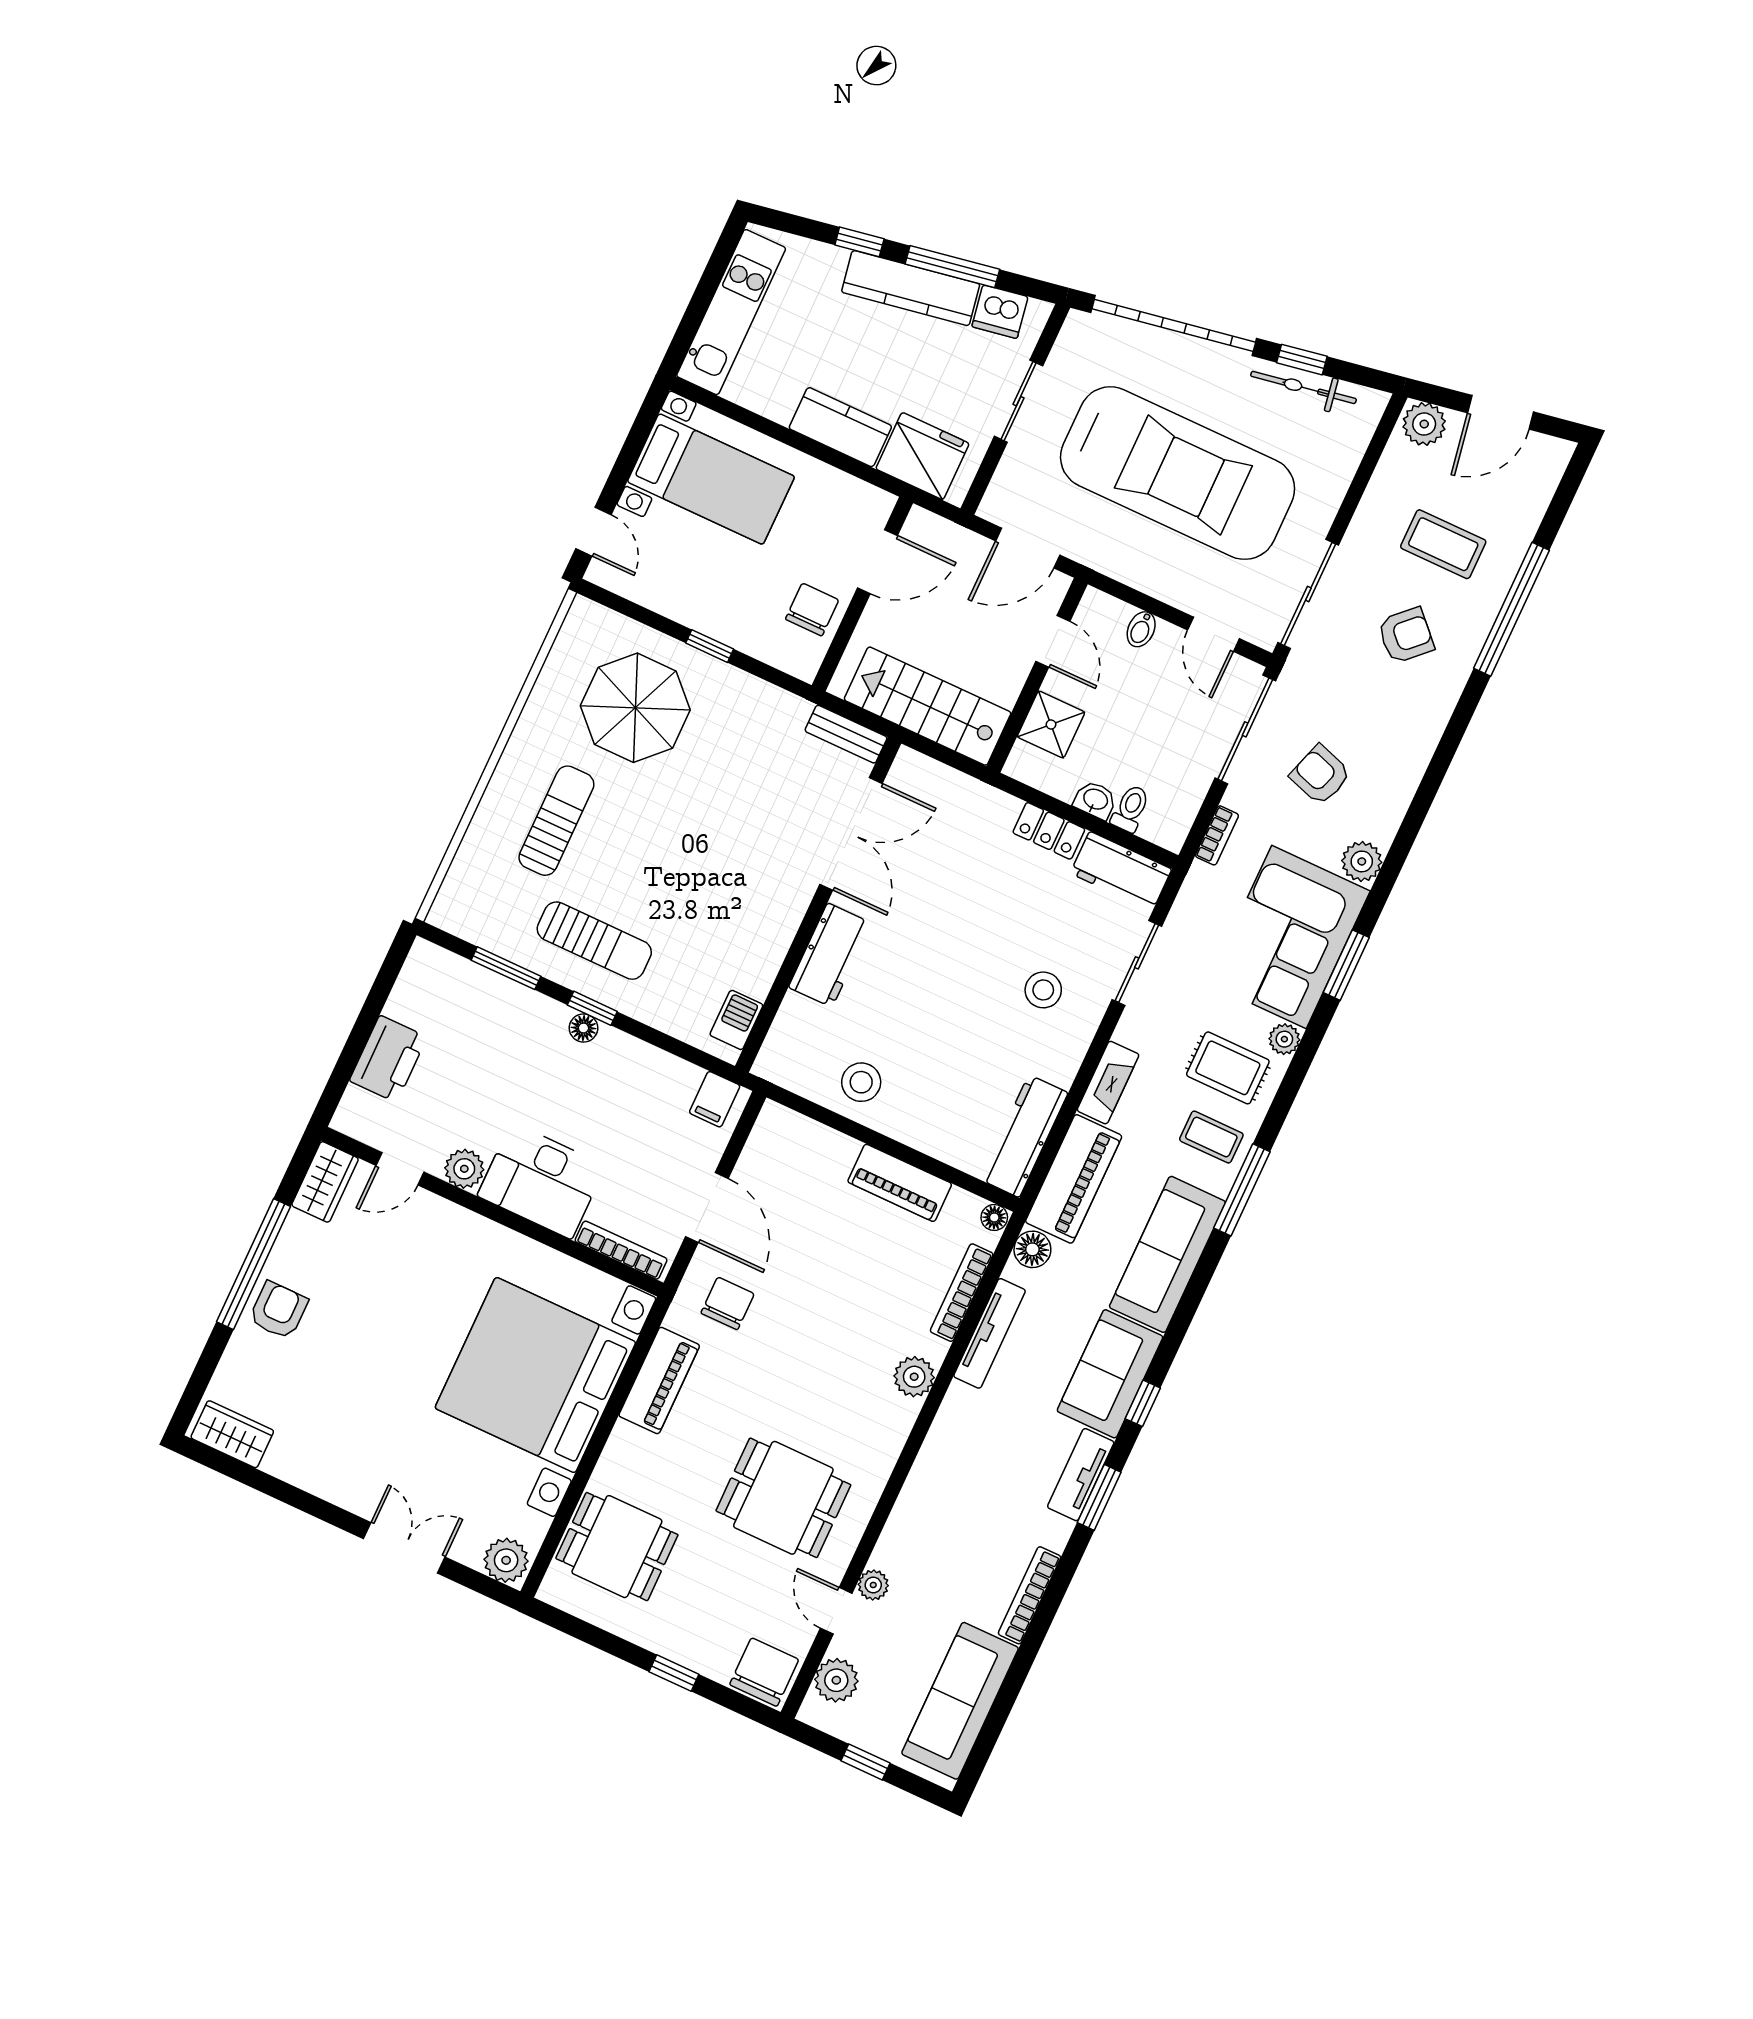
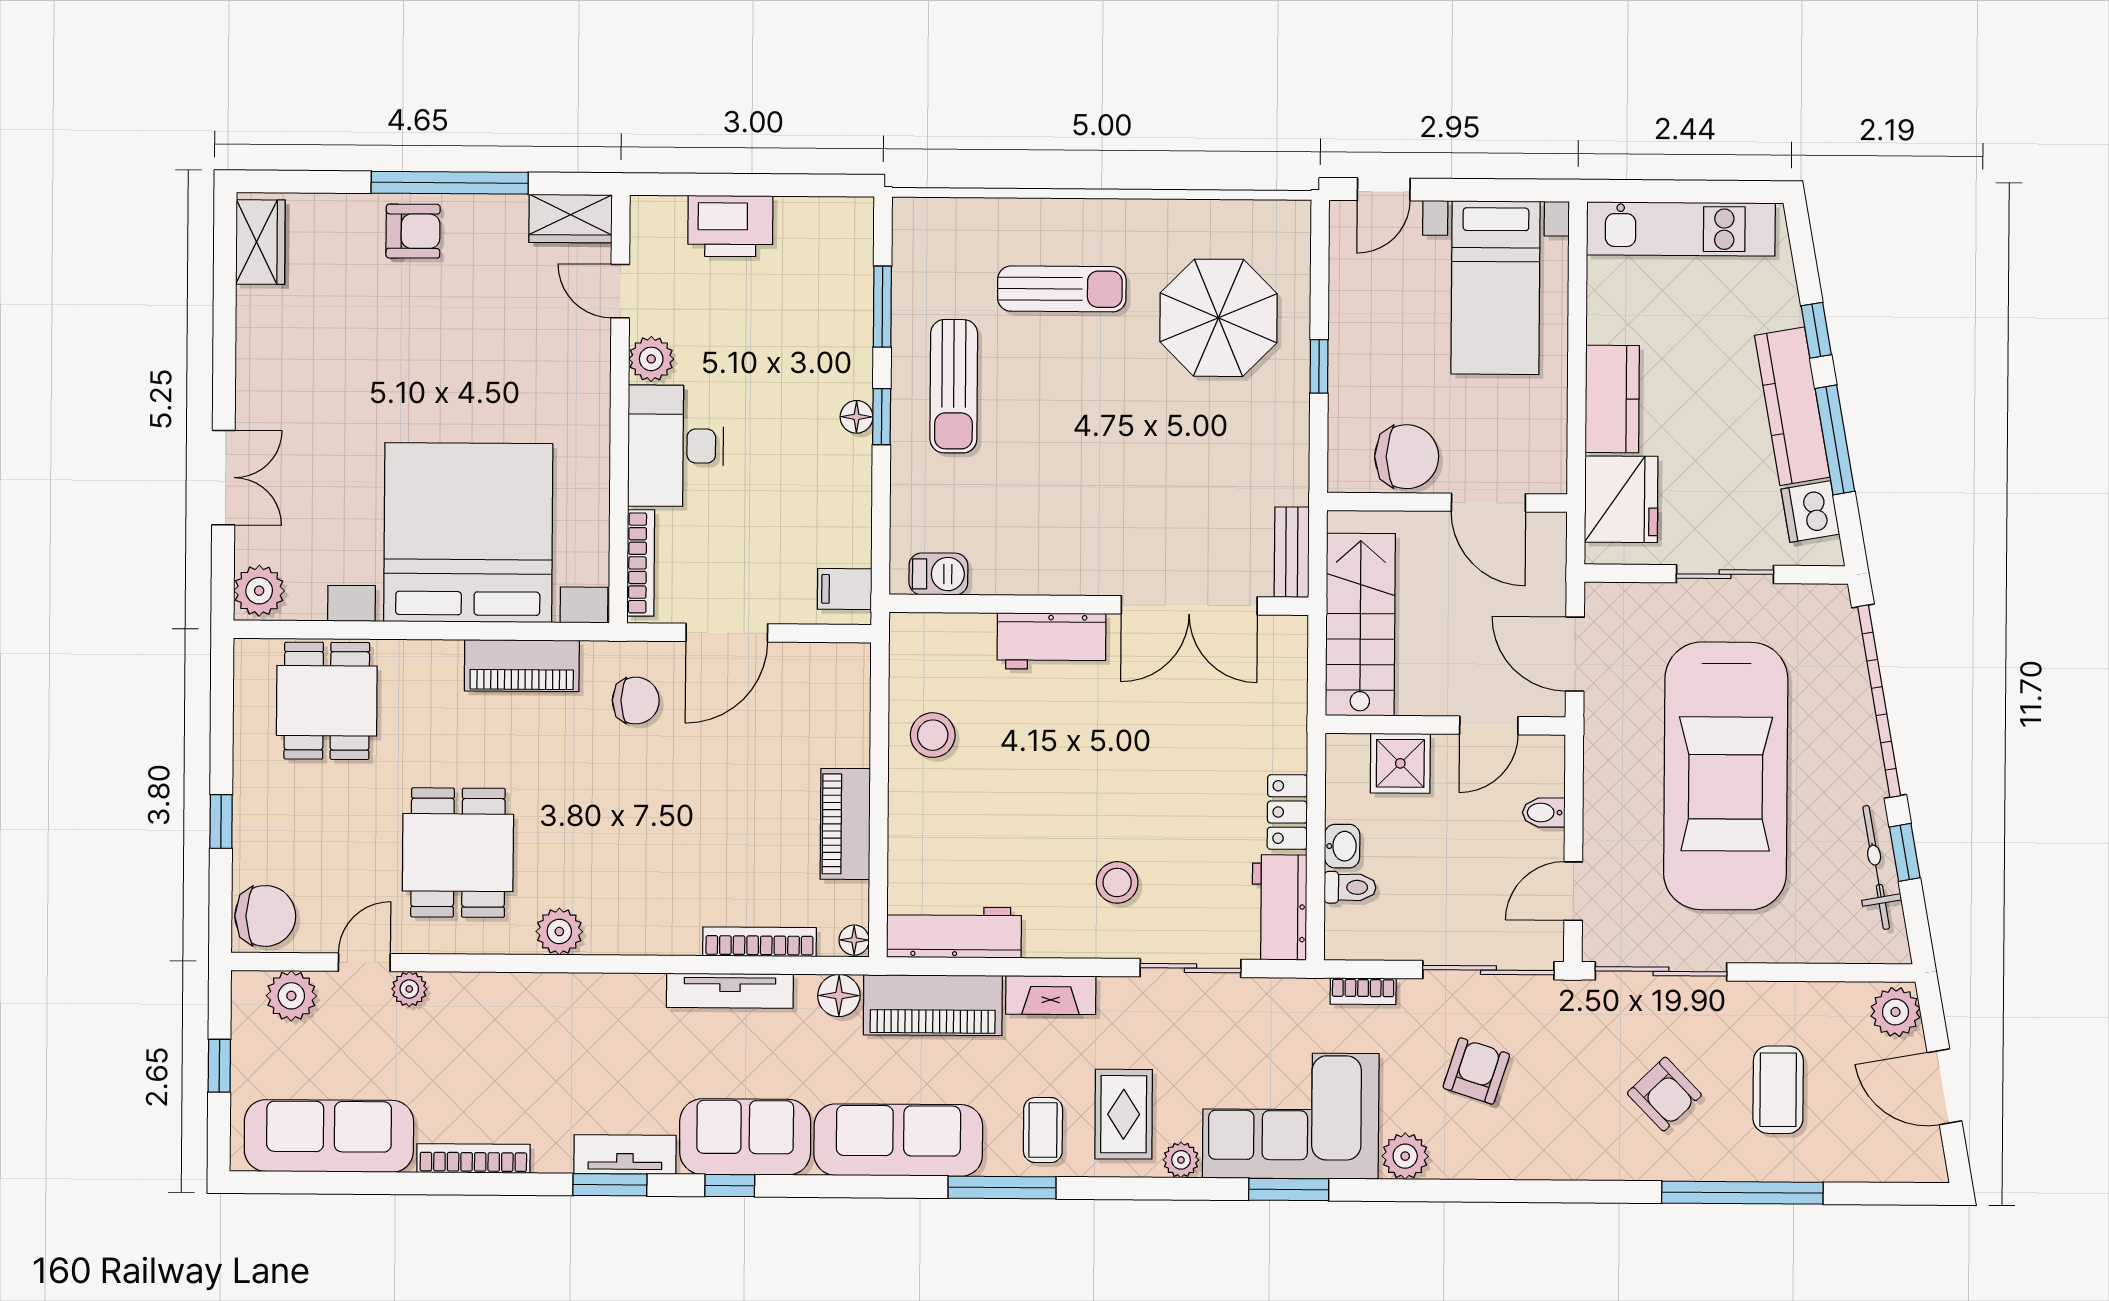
chair: (812, 610) -> (1407, 457), width x1.37, depth x1.37
plant: (914, 1377) -> (559, 932), moved

